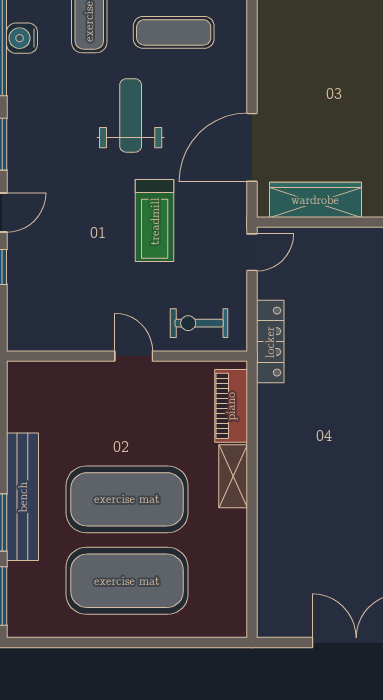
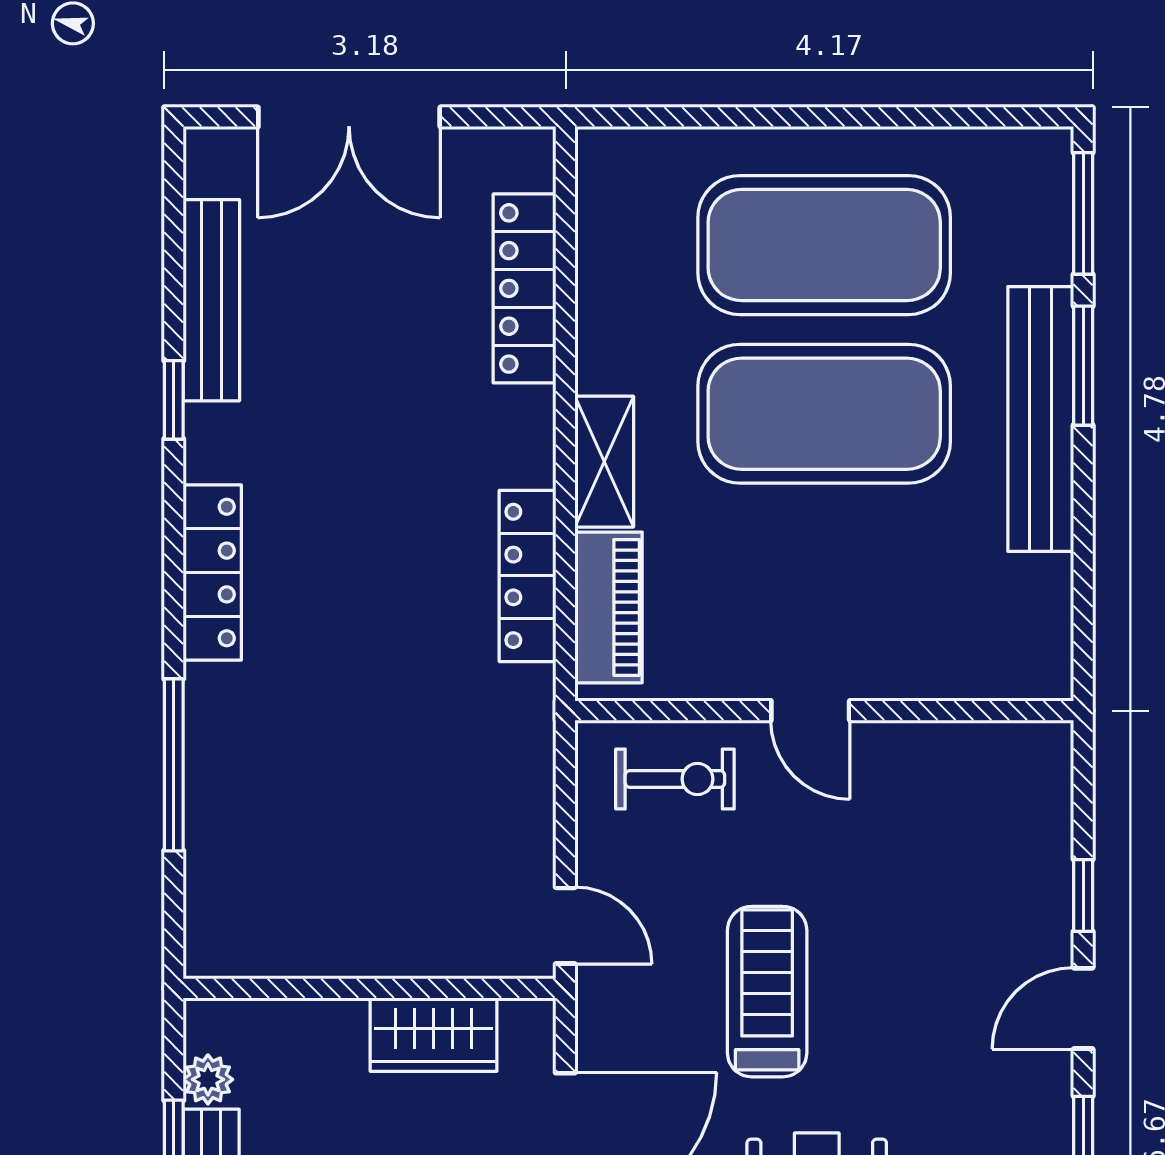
wardrobe: (315, 200) -> (434, 1035), width x0.67
door: (252, 252) -> (565, 926), swing flipped
locker: (270, 342) -> (527, 576), moved
locker: (272, 560) -> (525, 288), added

